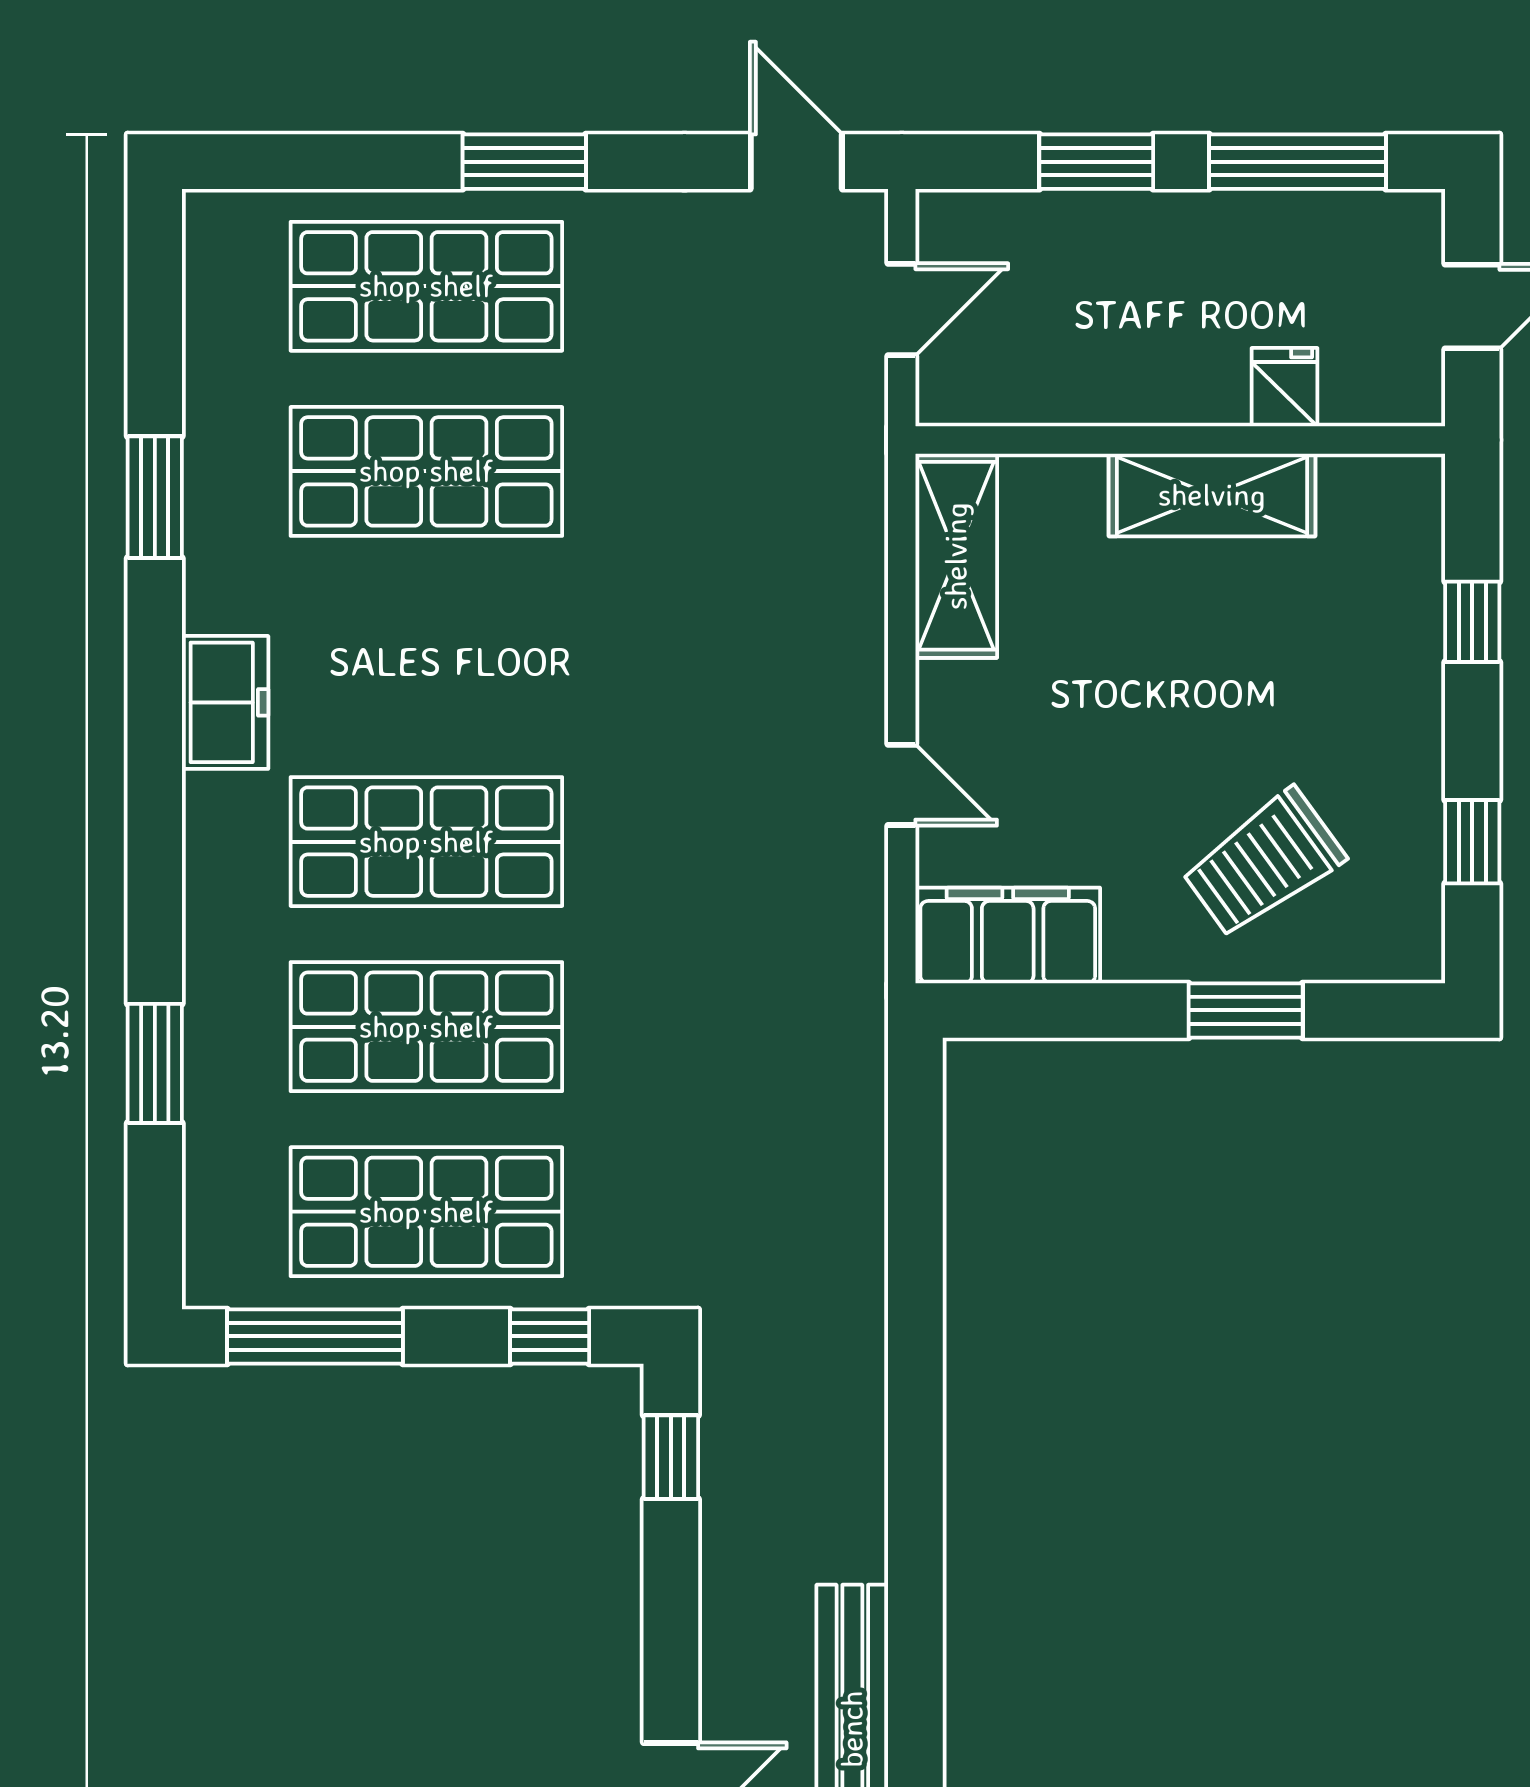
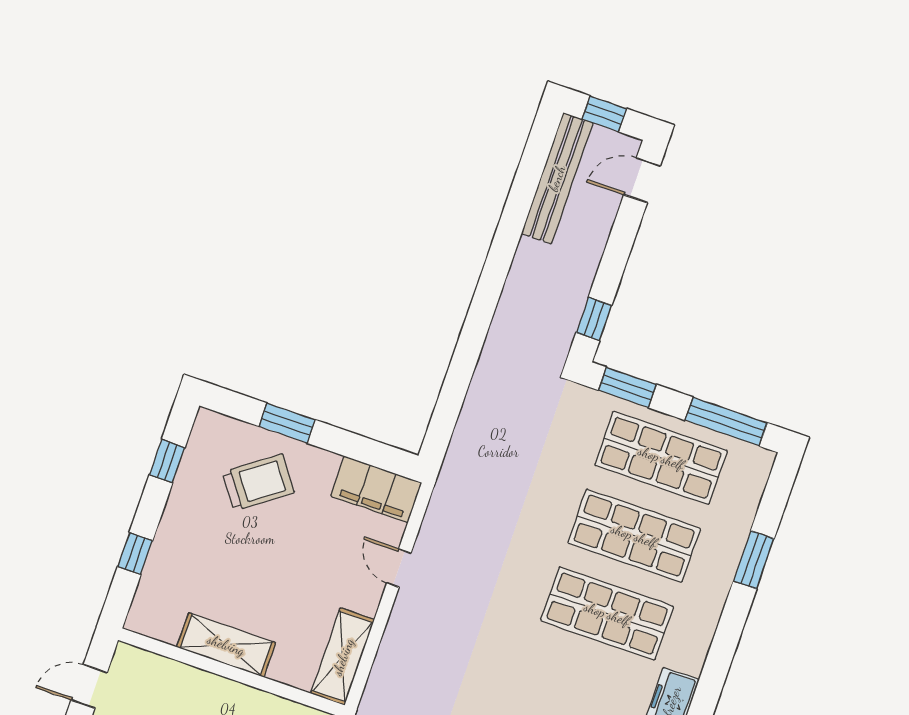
fridge: (1284, 387) -> (180, 680), removed
window: (550, 1336) -> (627, 387), width x1.50

